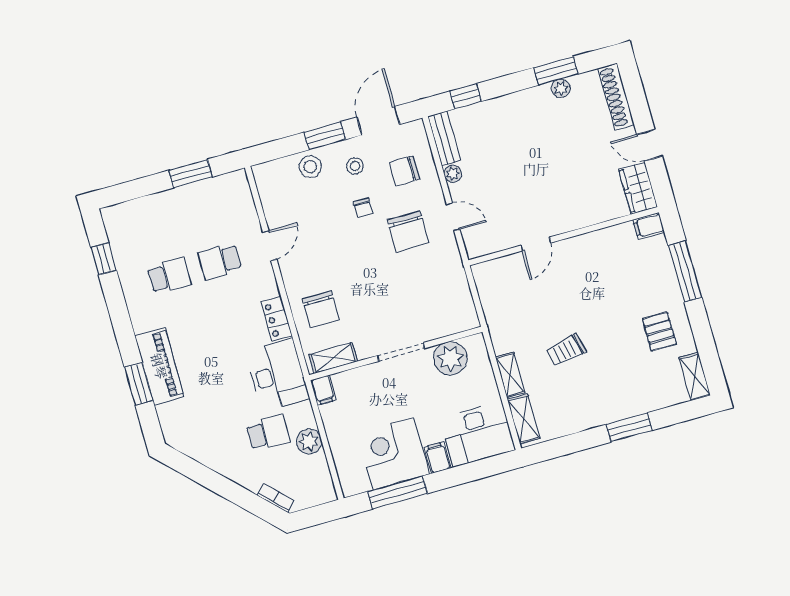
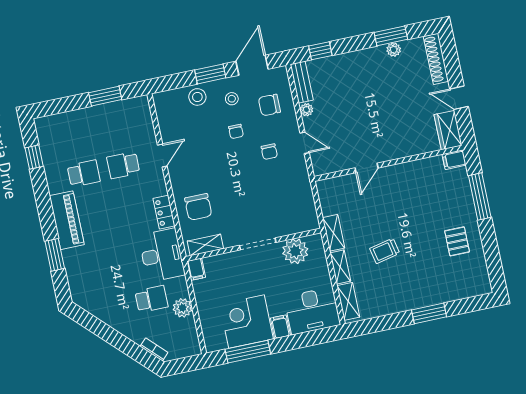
chair: (408, 231) -> (269, 152), width x0.54, depth x0.54
piano: (159, 366) -> (67, 220), moved
shelving: (695, 376) -> (334, 233), moved

